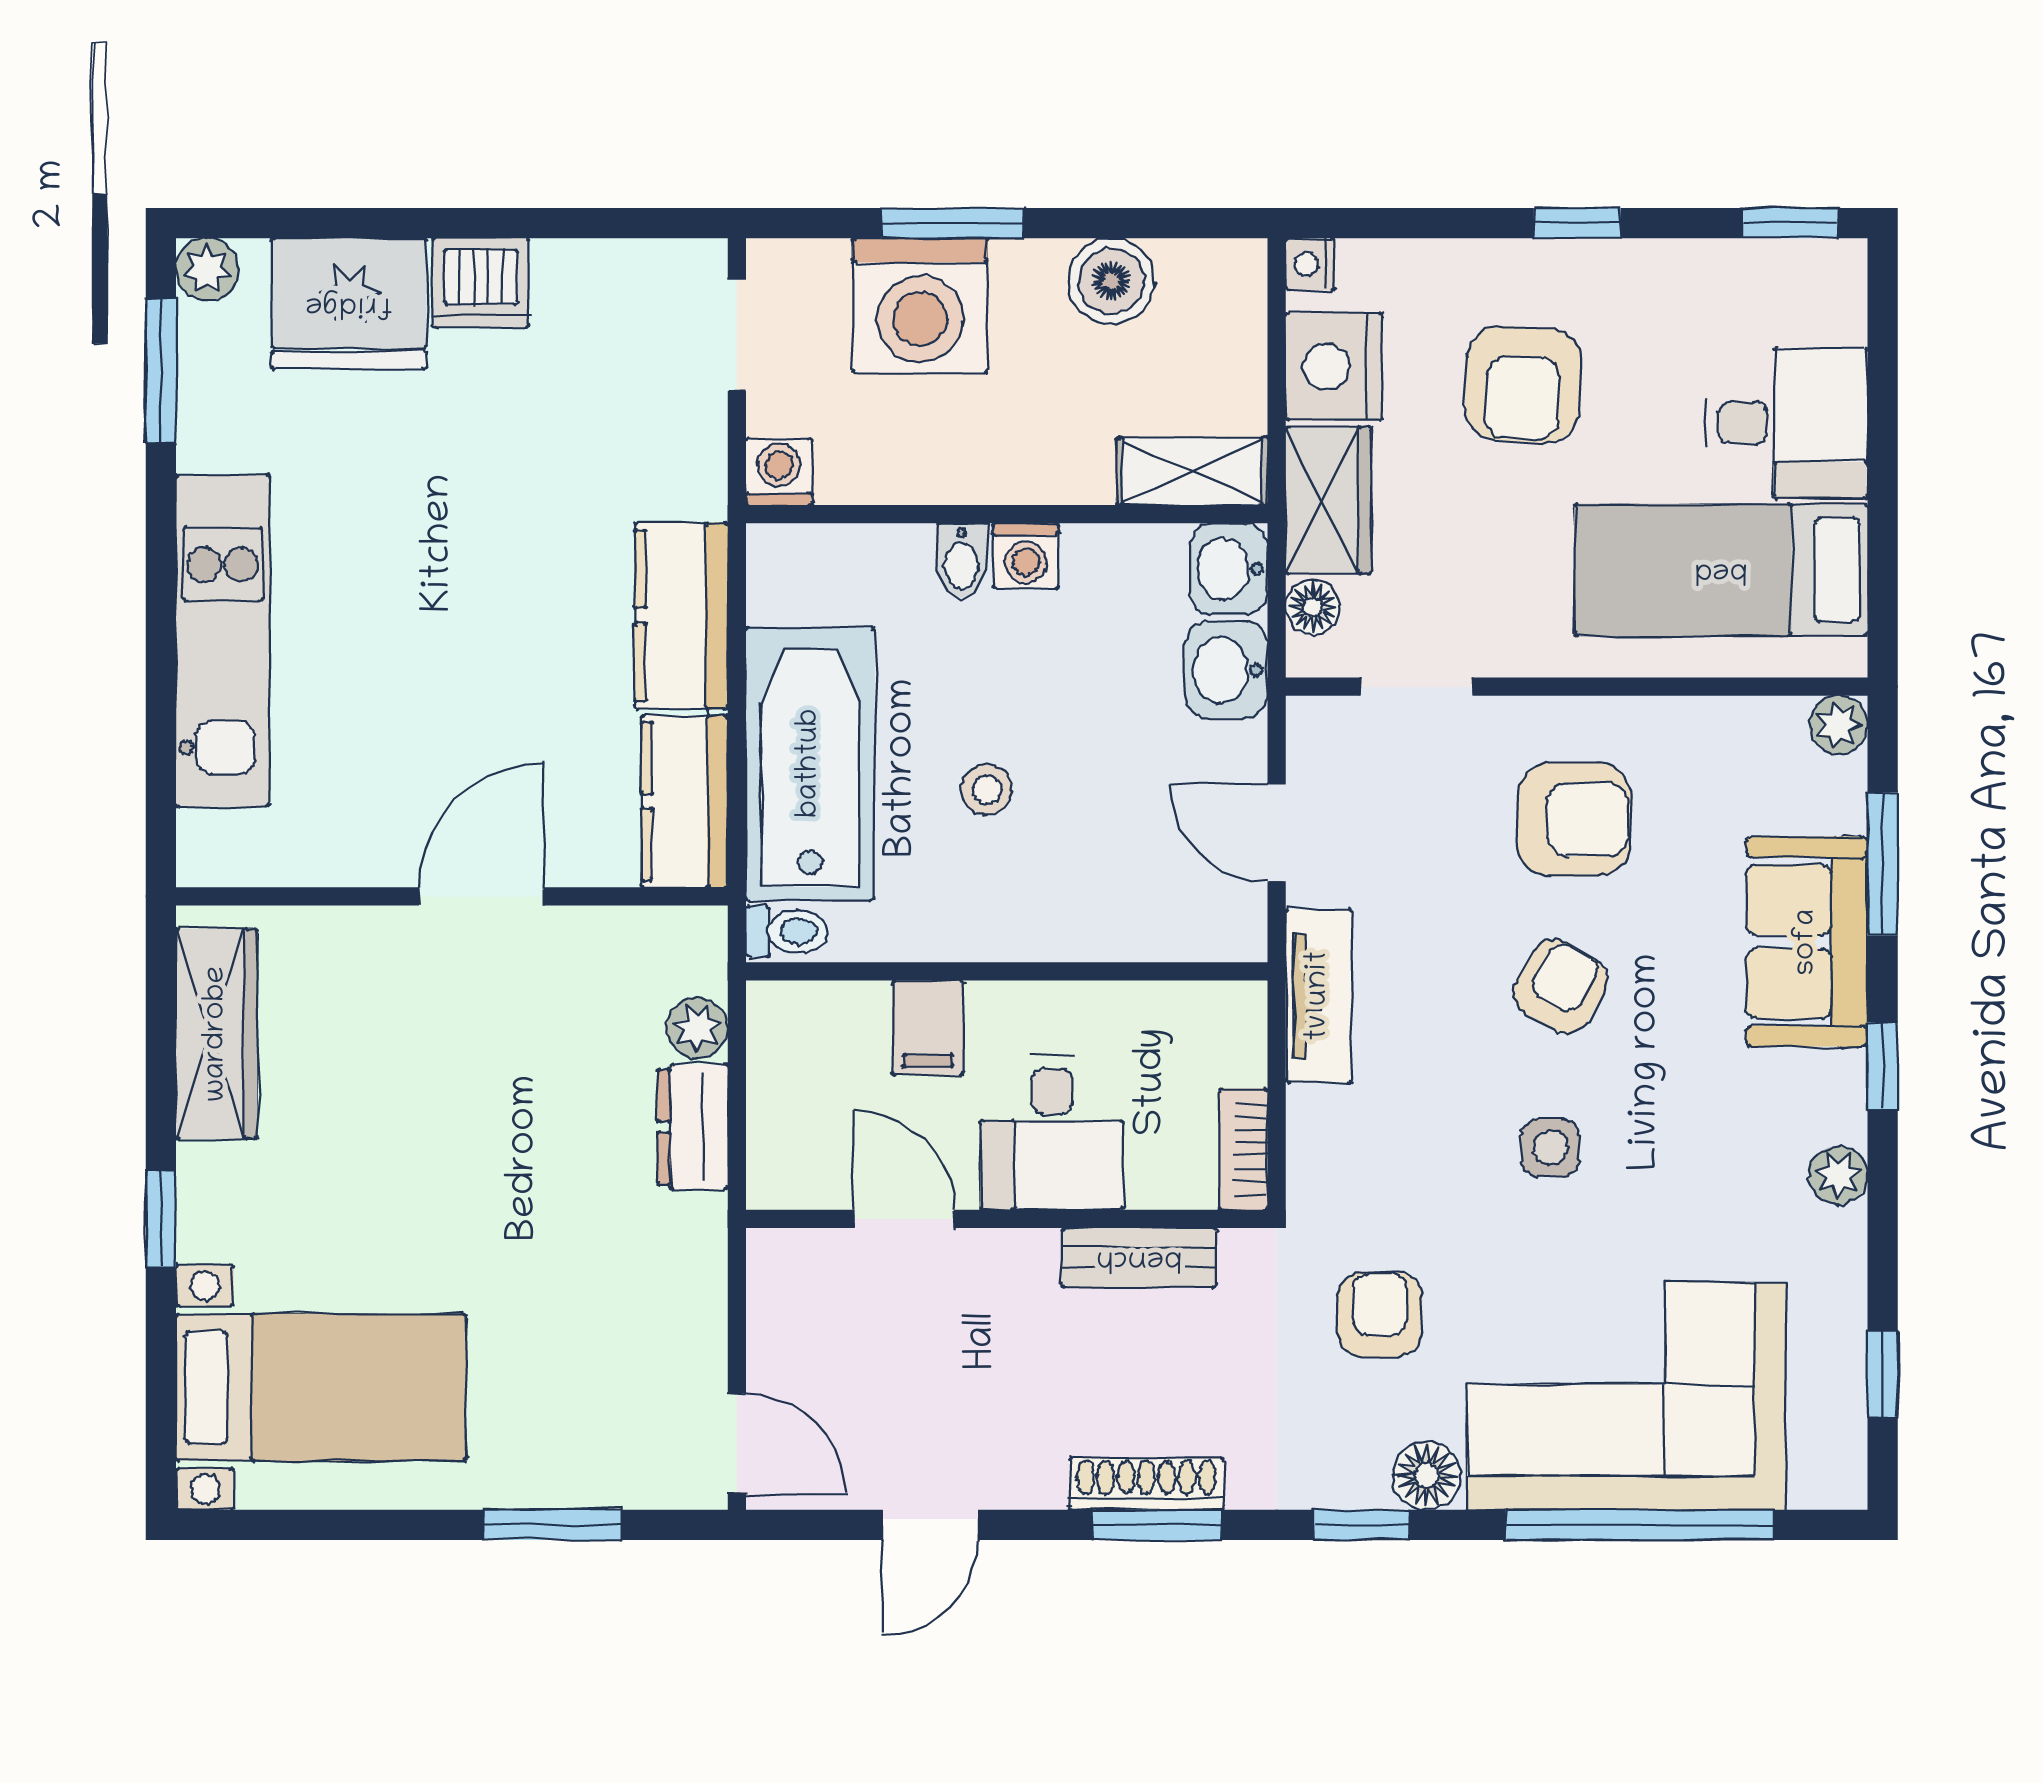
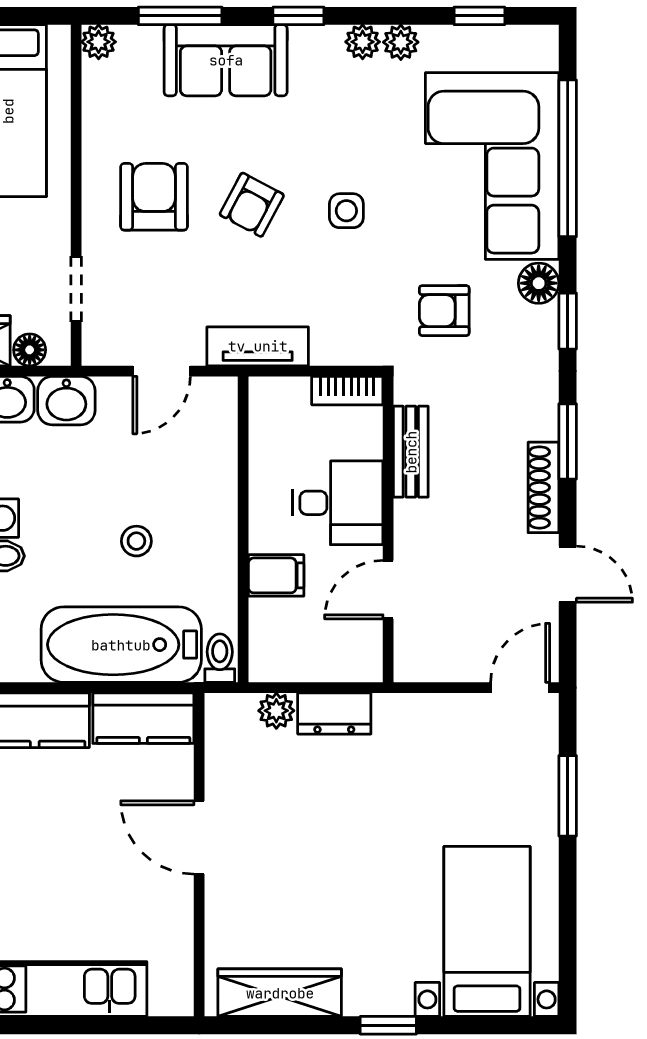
armchair: (1560, 986) -> (252, 205), turned -92
plant: (1838, 1240) -> (401, 42), added
shoe rack: (1146, 1484) -> (543, 487), moved

